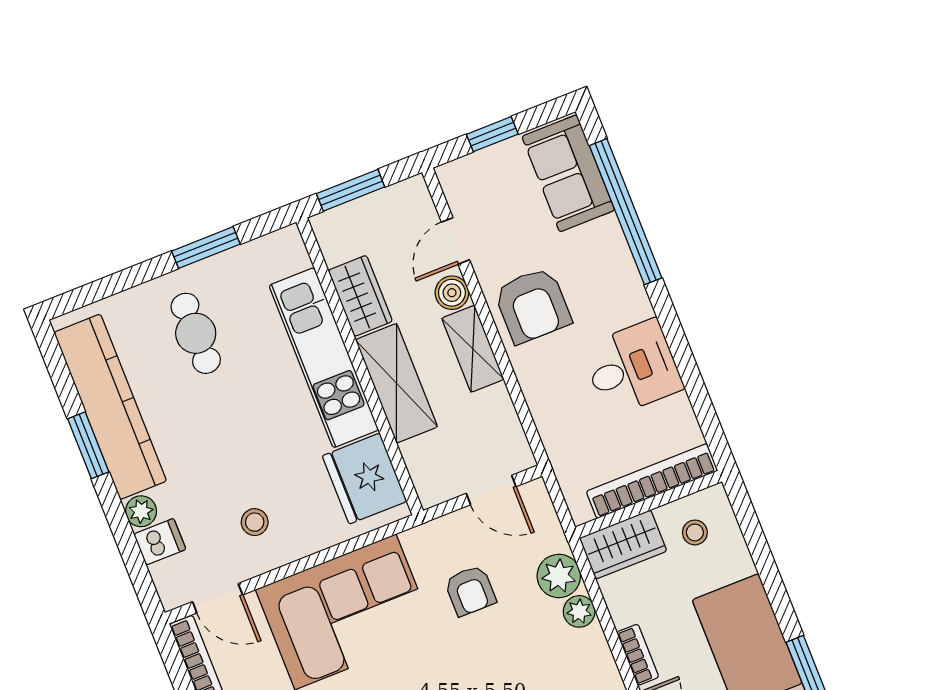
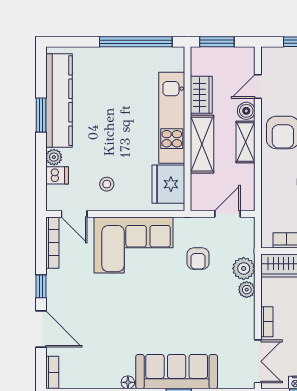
window: (206, 248) -> (136, 42), width x2.11
cafe table: (196, 333) -> (114, 81), removed
door: (491, 490) -> (227, 214), swing flipped

